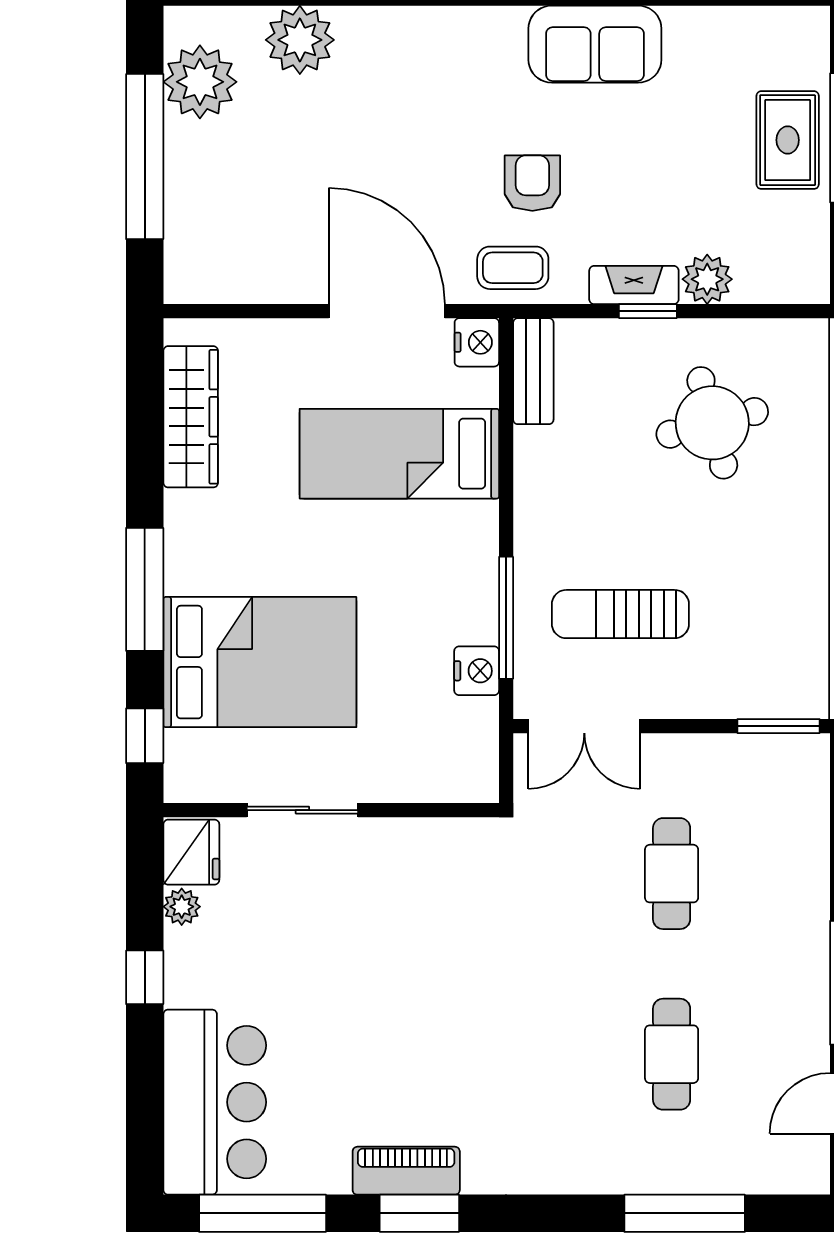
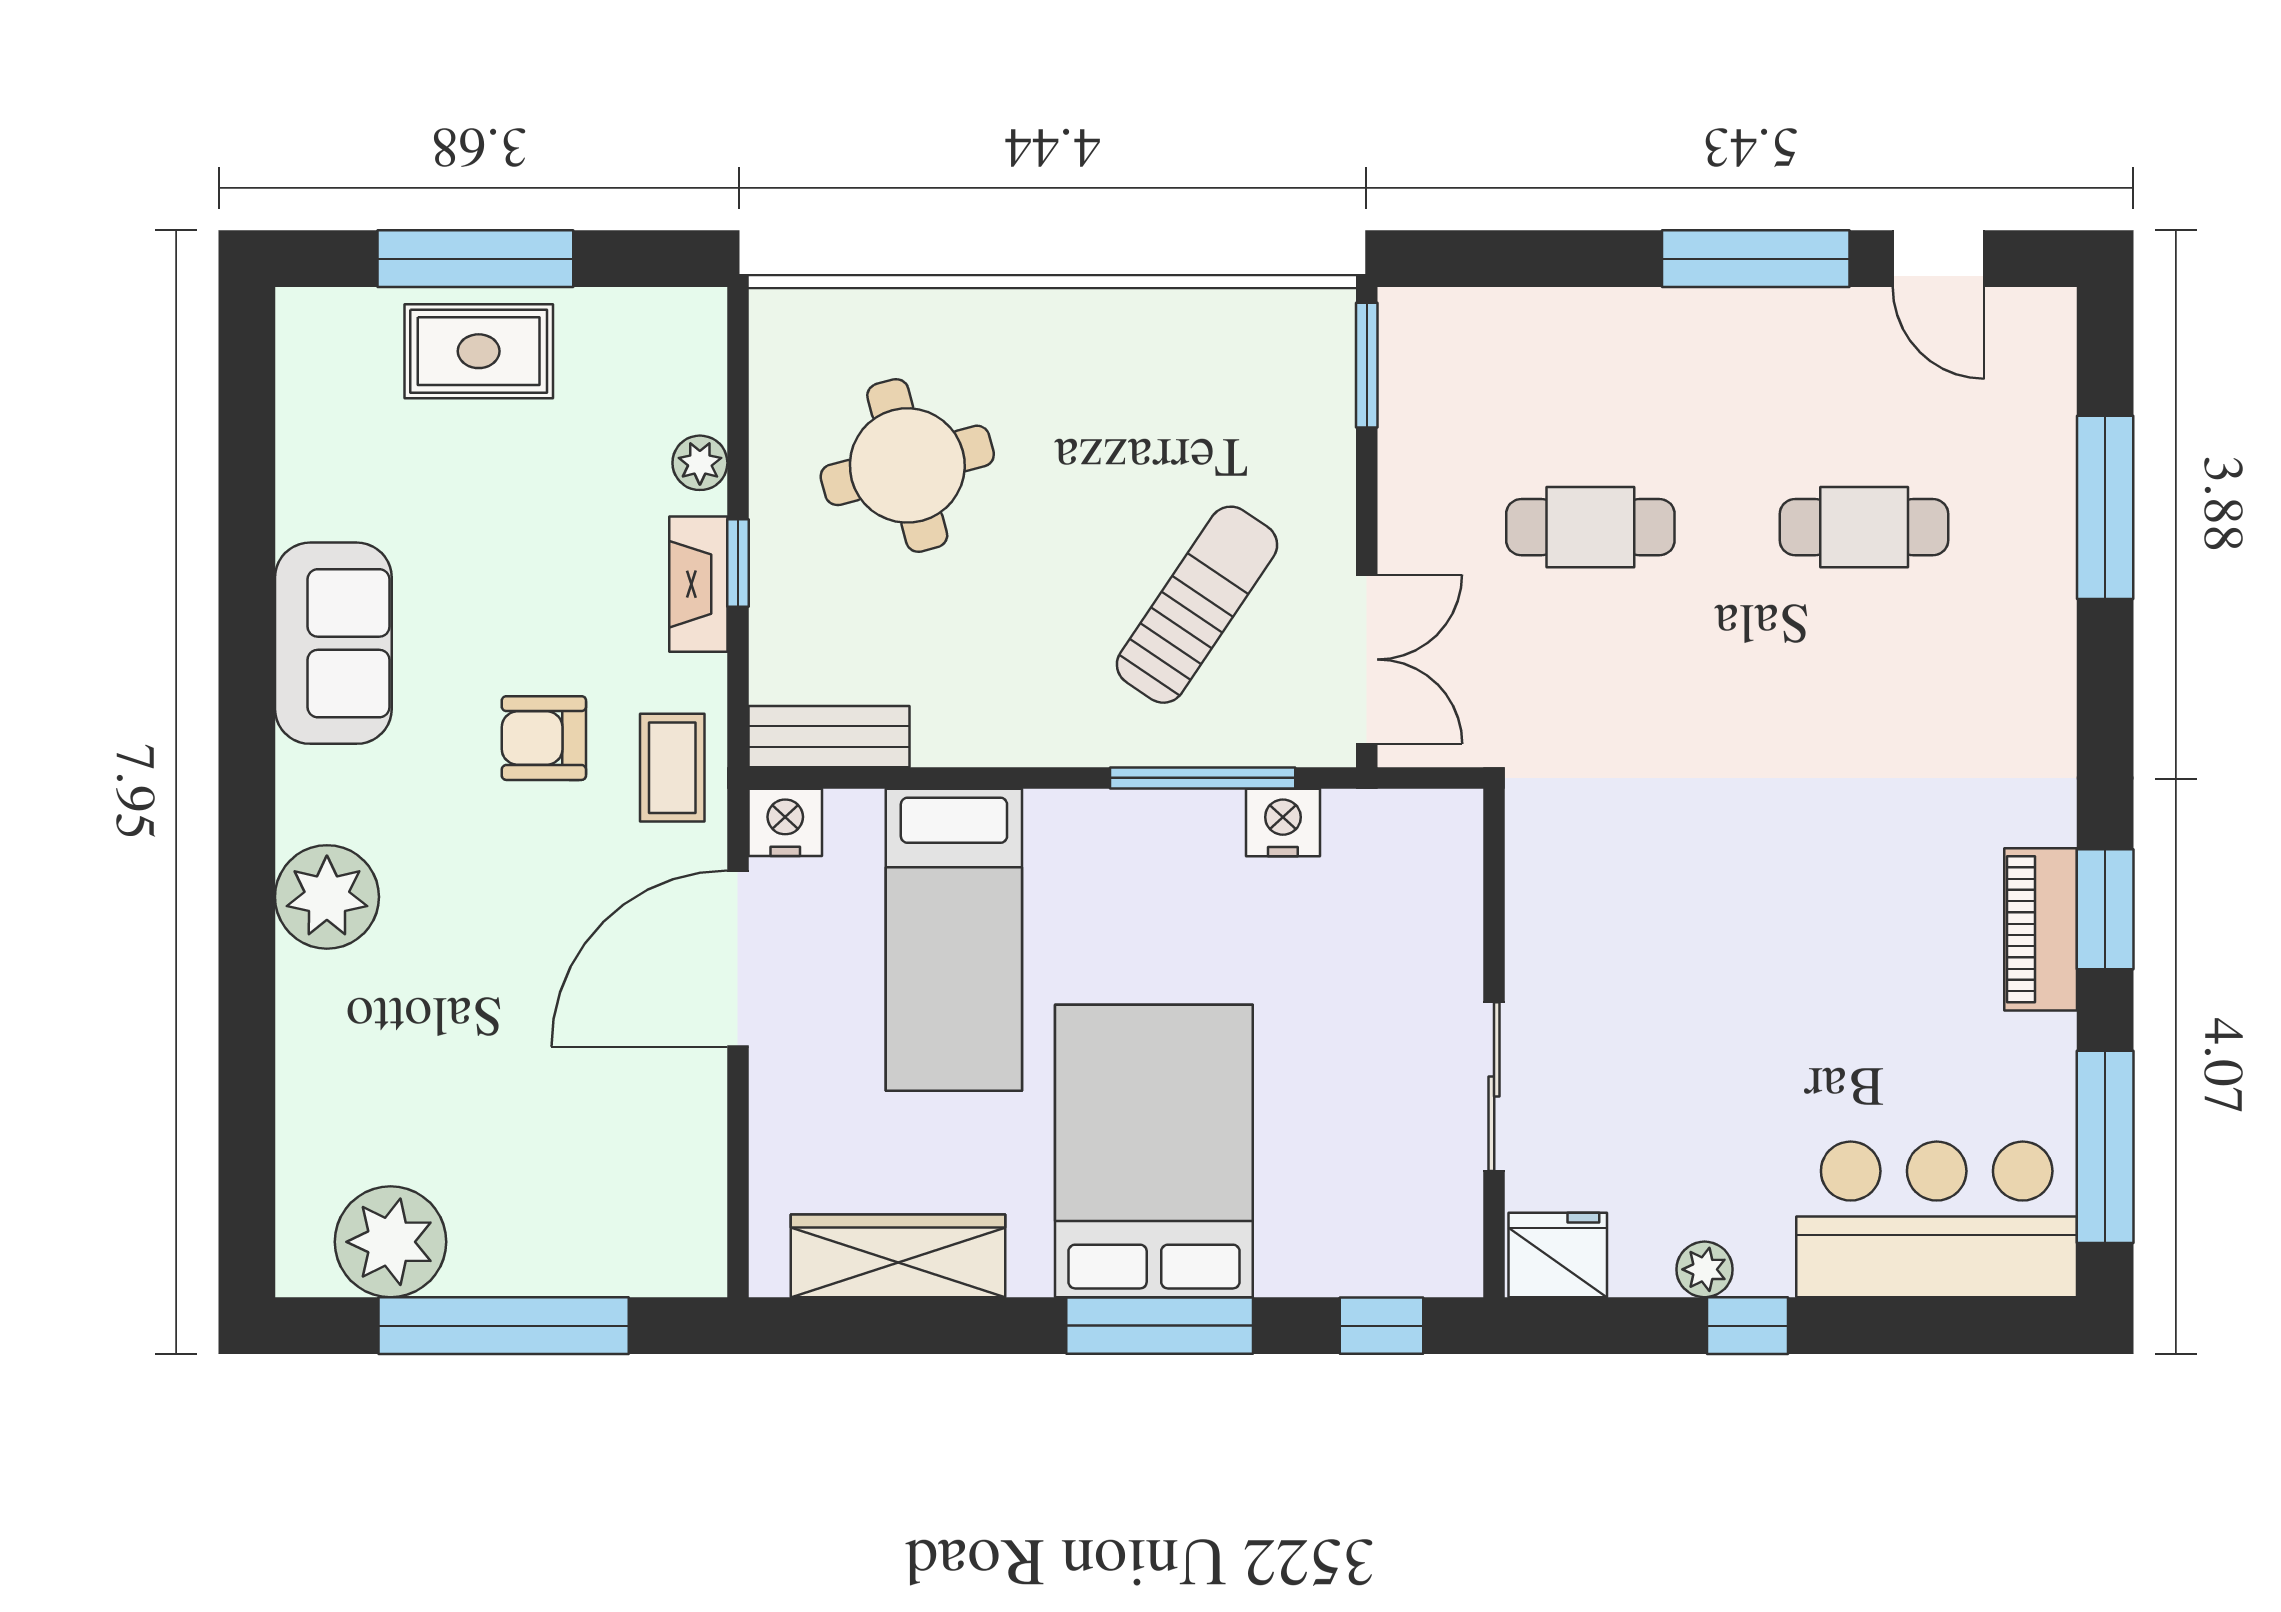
plant: (300, 40) -> (327, 897), moved
plant: (707, 279) -> (700, 463), width x0.73, depth x0.73
sun lounger: (620, 614) -> (1197, 605), turned -146
bed: (260, 662) -> (1154, 1151), moved
plant: (182, 907) -> (1705, 1269), moved

